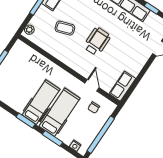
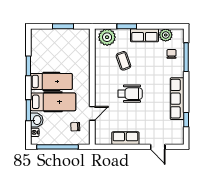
plant: (29, 30) -> (107, 37), width x1.88, depth x1.88
row of seats: (122, 86) -> (125, 138), moved
window: (26, 120) -> (28, 66), moved
washbasin: (66, 137) -> (37, 120), added

